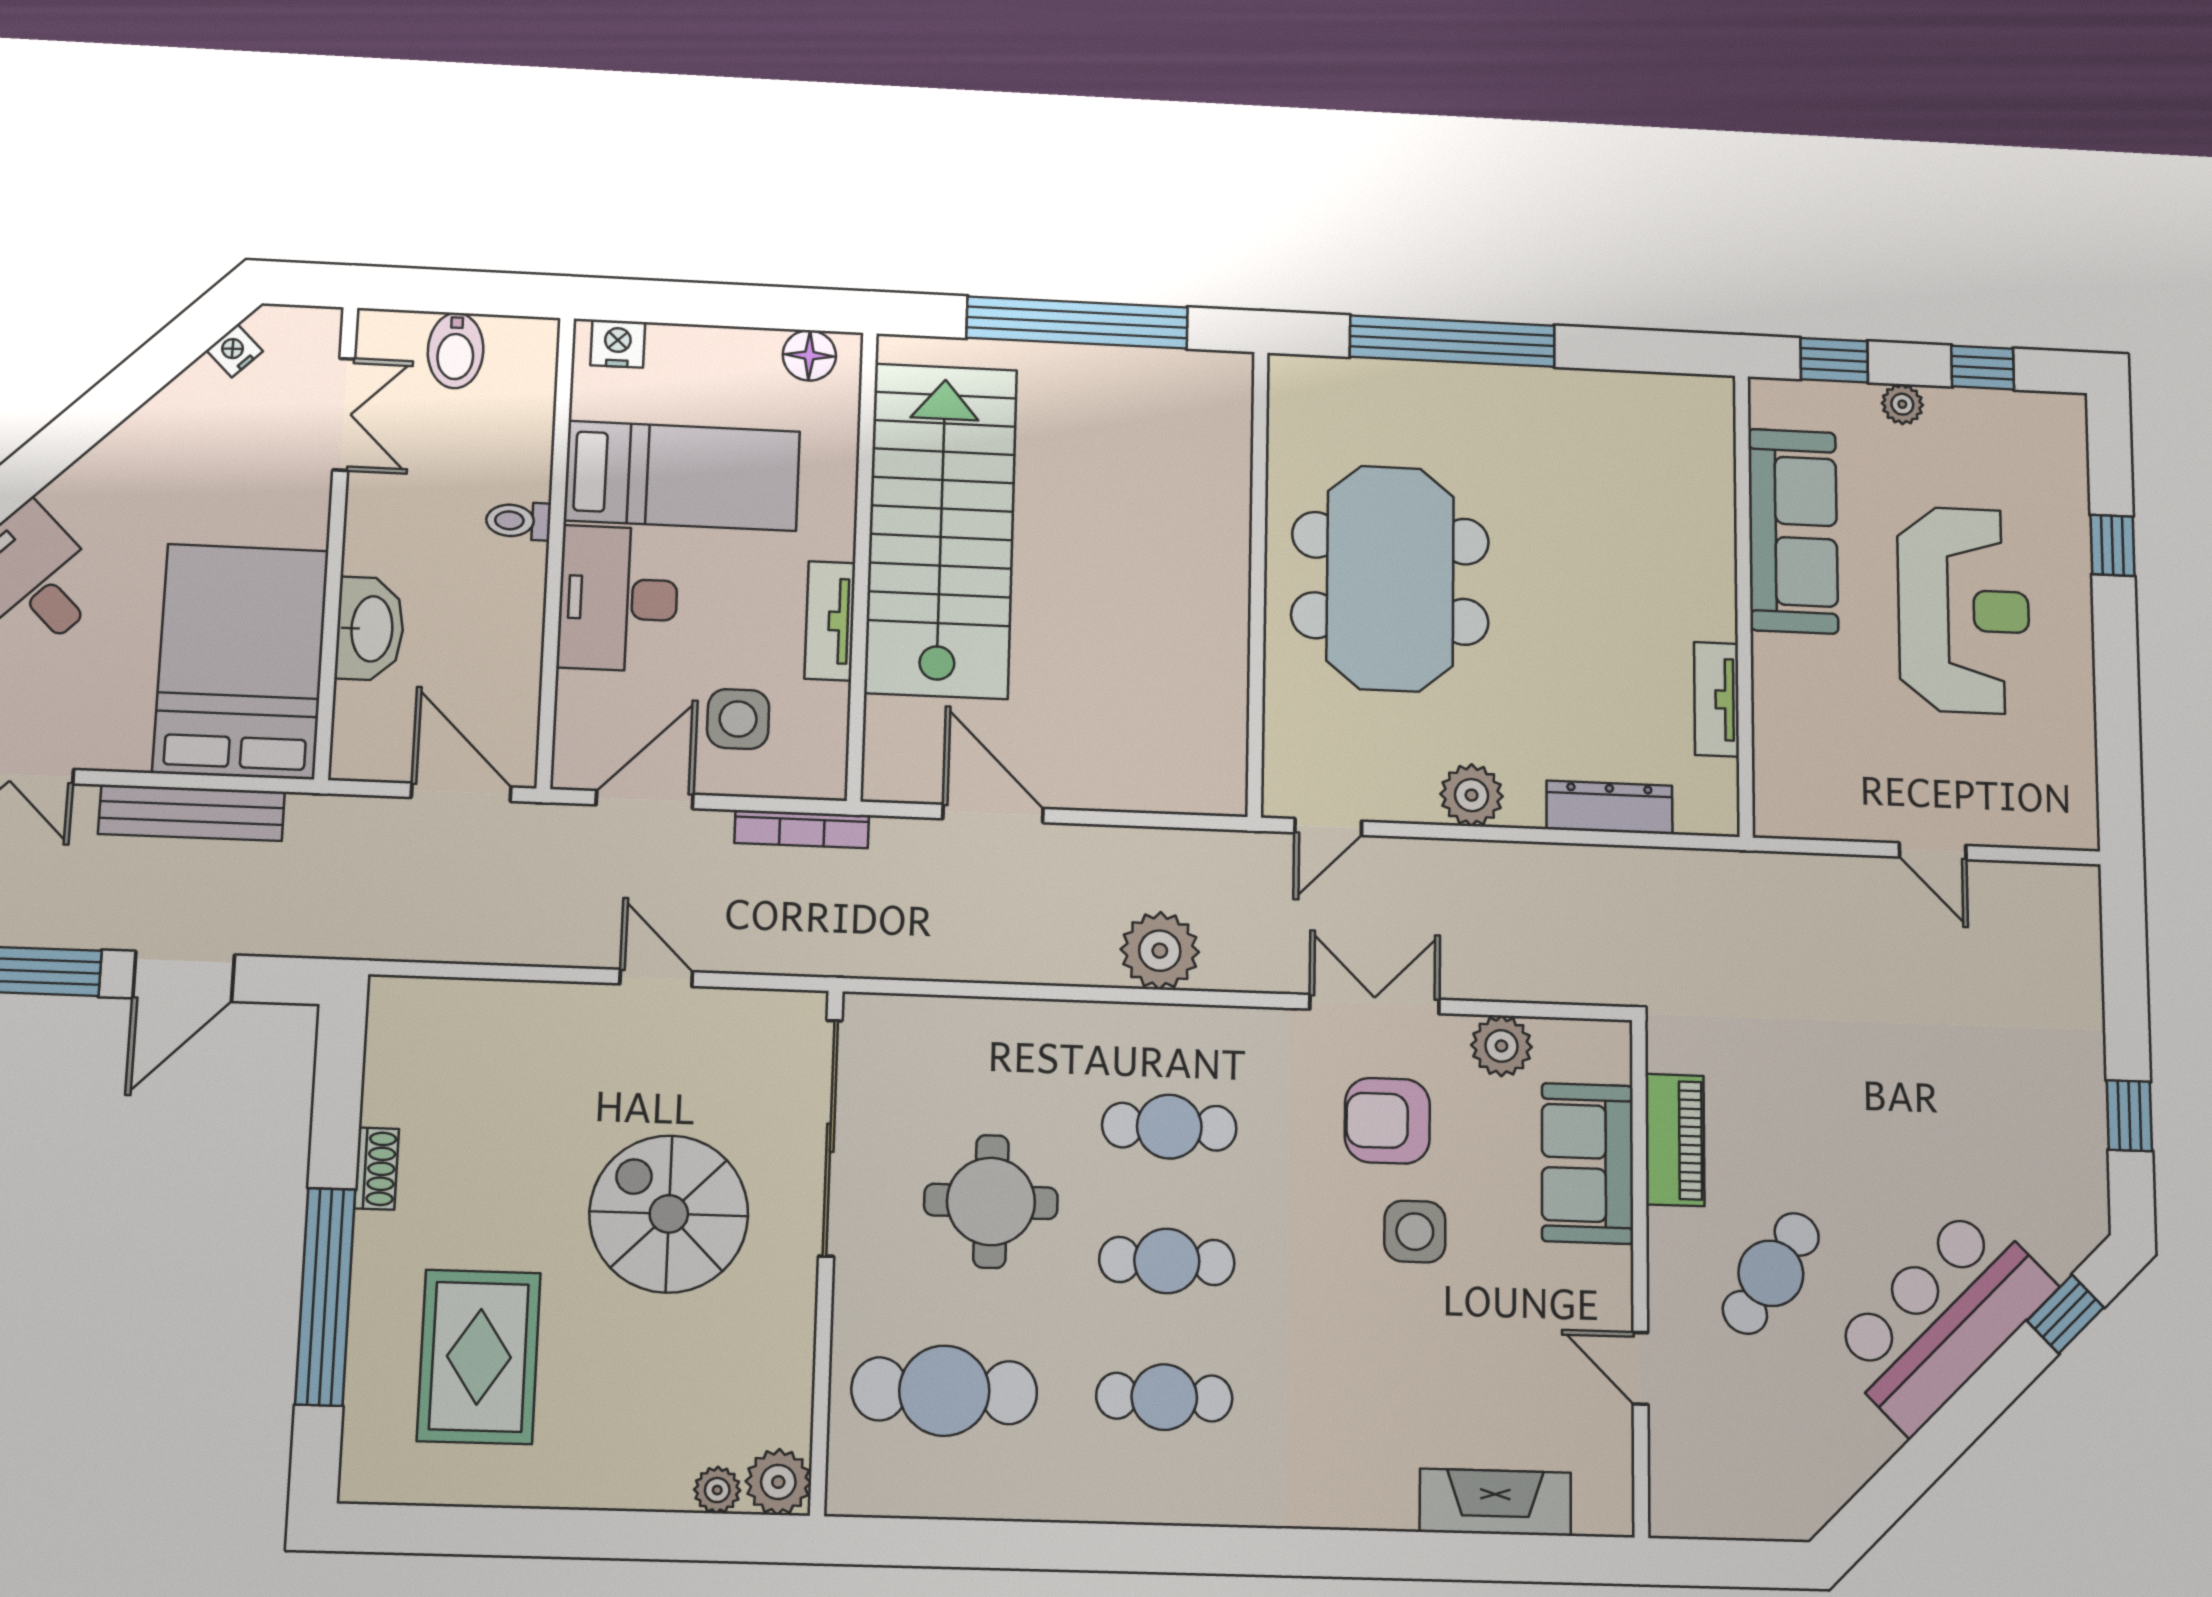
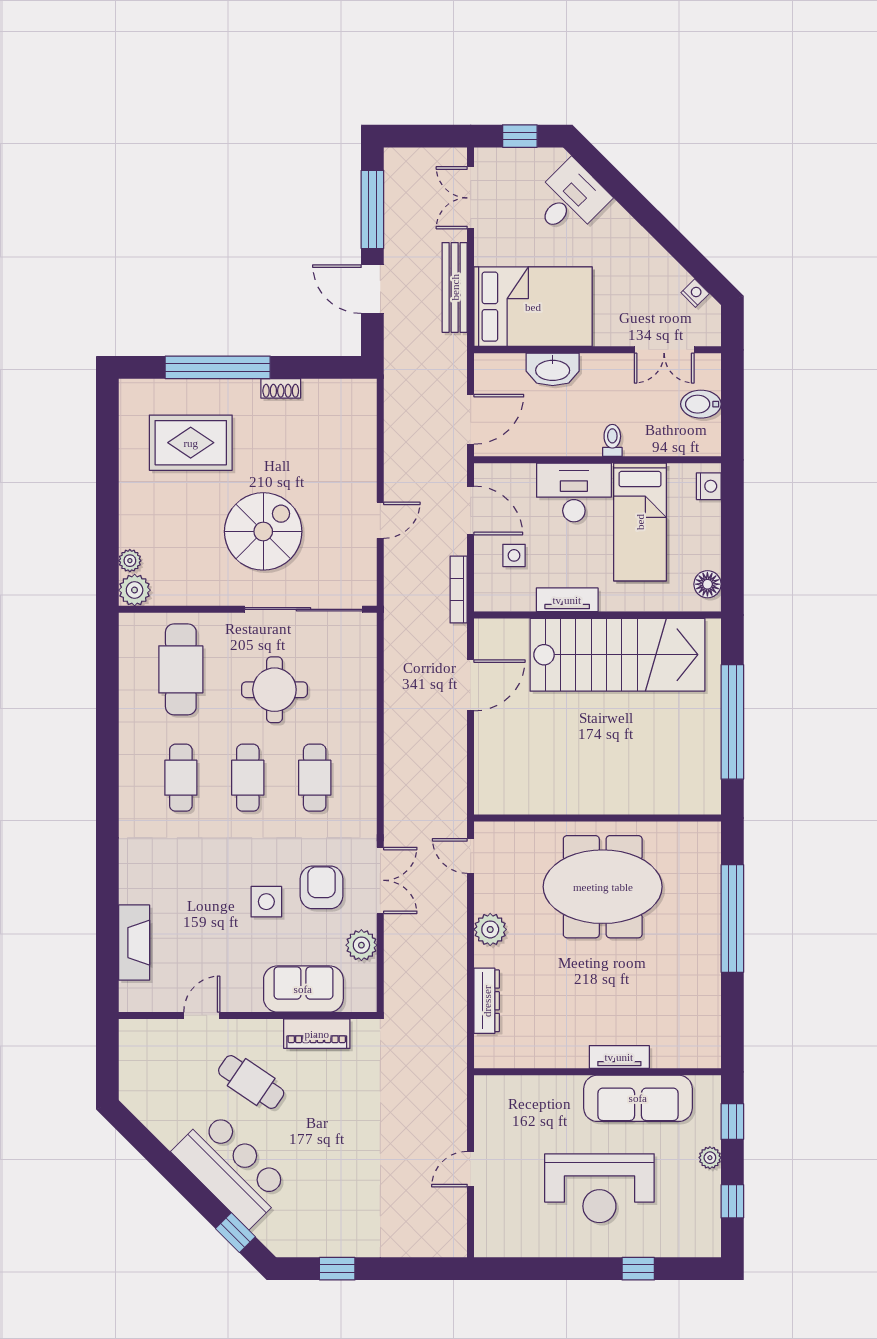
tv unit: (1717, 699) -> (619, 1057), moved
side table: (738, 719) -> (514, 555), width x0.73, depth x0.73
plant: (1160, 951) -> (404, 771), removed

